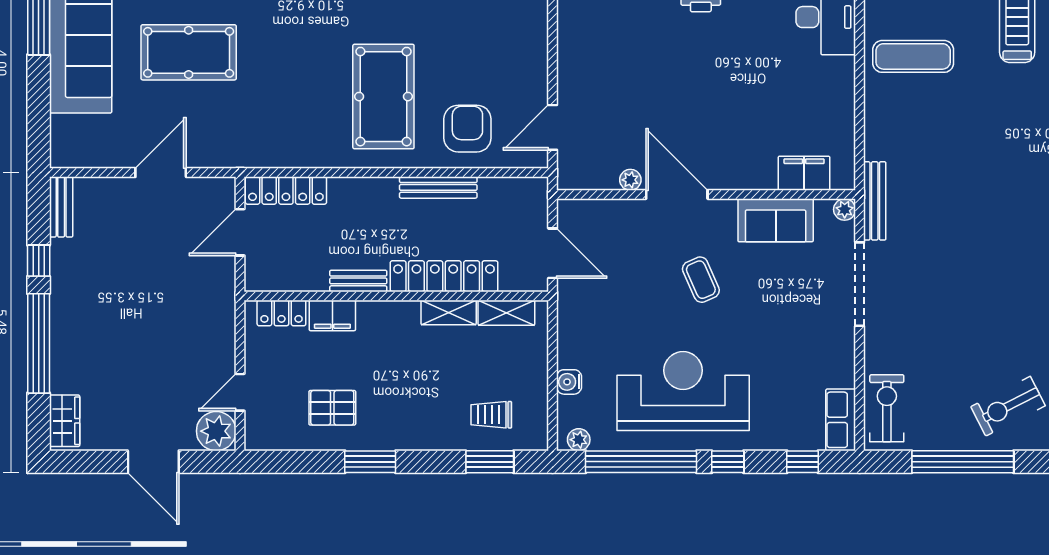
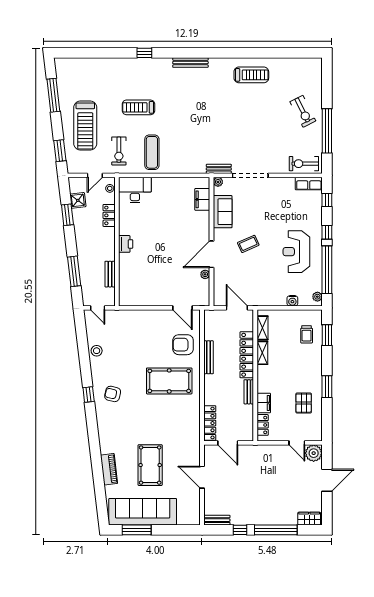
bench: (875, 201) -> (219, 169), width x0.73
door: (553, 253) -> (237, 308), hinge flipped
reception desk: (683, 391) -> (296, 252), width x0.74, depth x0.77

